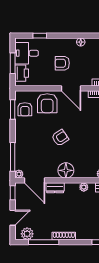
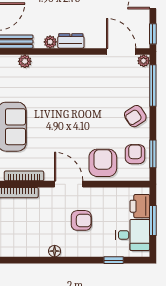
armchair: (60, 138) -> (135, 116), moved
floor lamp: (66, 170) -> (76, 66), removed
dresser: (55, 188) -> (71, 41), moved

